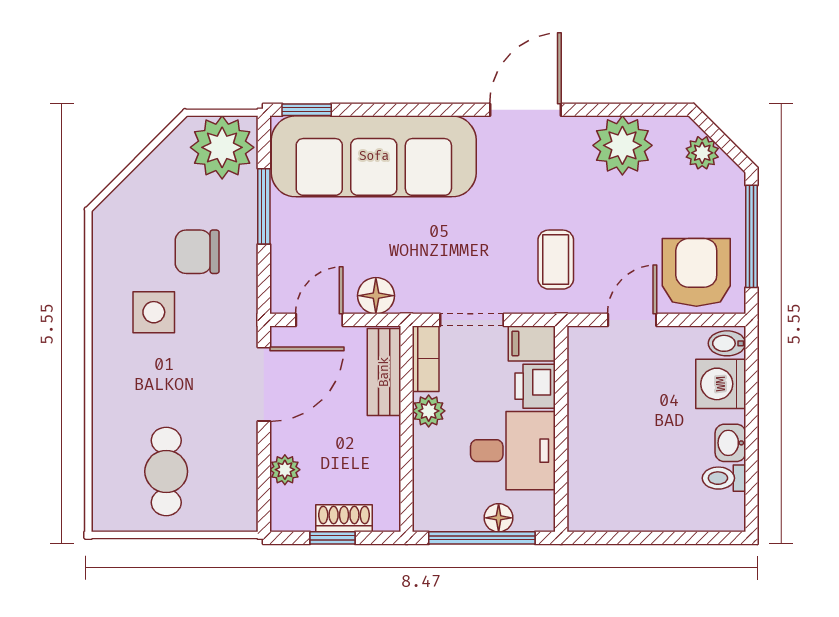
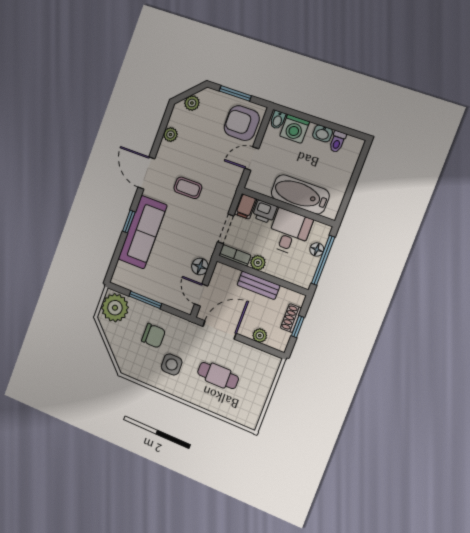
window: (307, 110) -> (129, 222), moved
plant: (622, 145) -> (170, 135), width x0.53, depth x0.53
sofa: (374, 156) -> (143, 232), width x0.74, depth x0.79
window: (751, 236) -> (235, 93), width x0.69
chair: (197, 252) -> (153, 336), turned -90
coffee table: (556, 260) -> (188, 188), moved
door: (632, 320) -> (252, 159), hinge flipped
bench: (384, 372) -> (258, 285), moved
door: (264, 384) -> (219, 330), hinge flipped
bathtub: (595, 444) -> (300, 194), added
cafe table: (166, 471) -> (218, 376), moved

